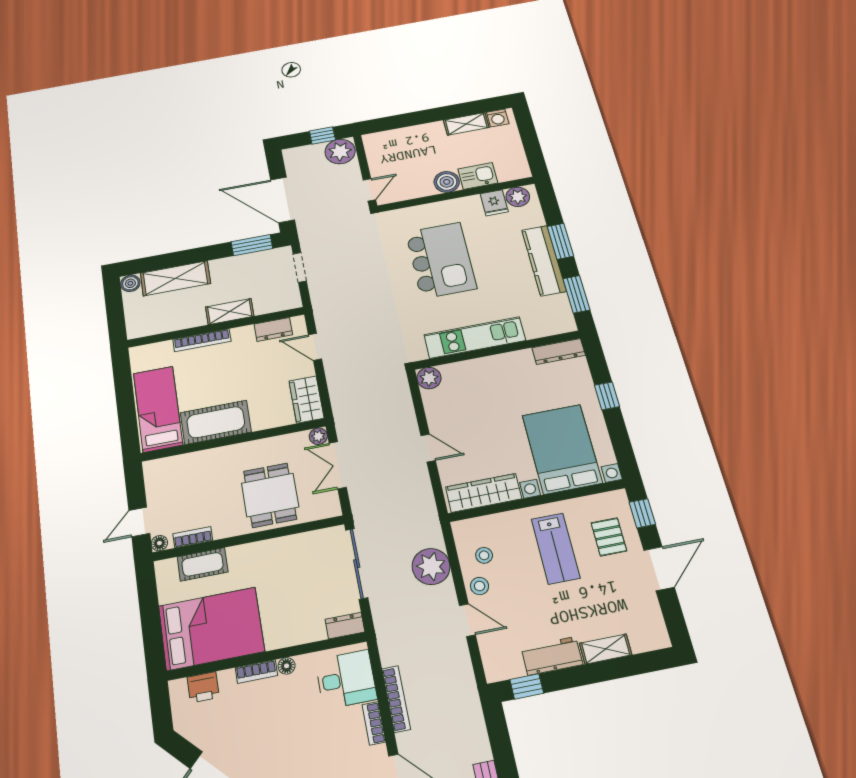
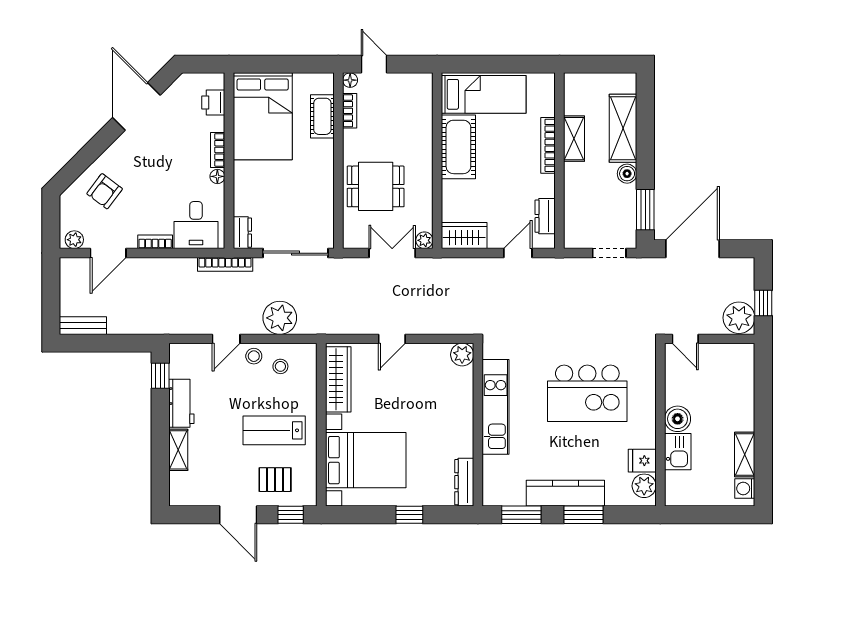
boiler: (130, 283) -> (627, 174), moved
shelving: (230, 312) -> (574, 139), moved
bookcase: (396, 699) -> (225, 264), moved

